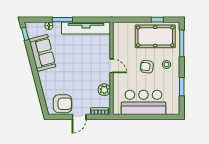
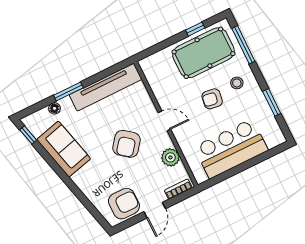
armchair: (82, 68) -> (127, 144), added

